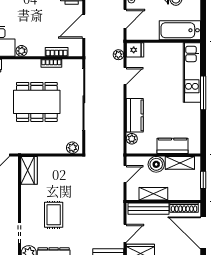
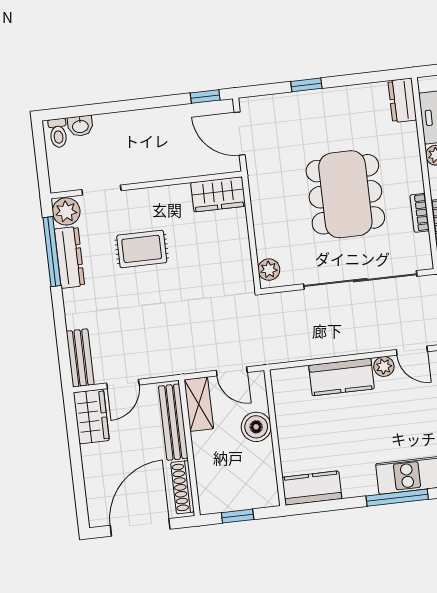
plant: (132, 139) -> (384, 366), moved
kitchen counter: (173, 146) -> (312, 488), moved, turned -90
shelving: (180, 163) -> (264, 470), removed
shelving: (153, 194) -> (199, 404), moved
door: (125, 233) -> (123, 384), hinge flipped

